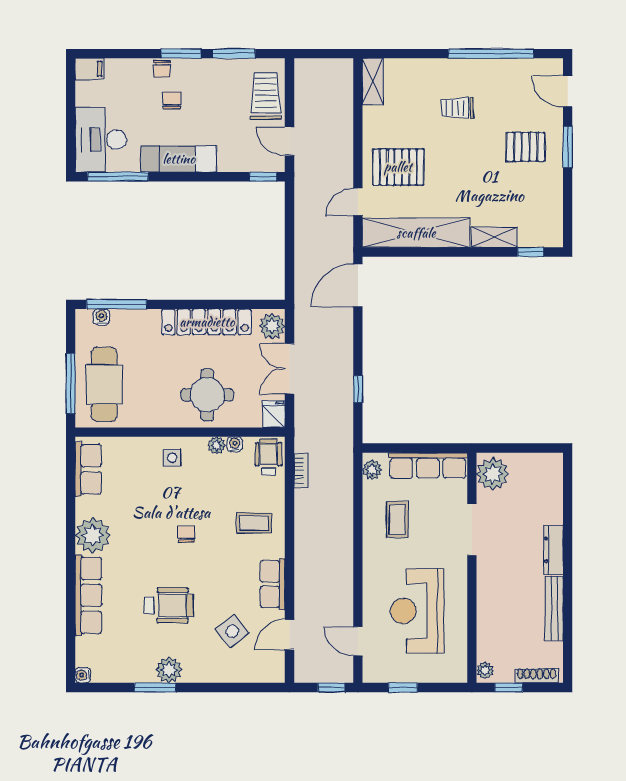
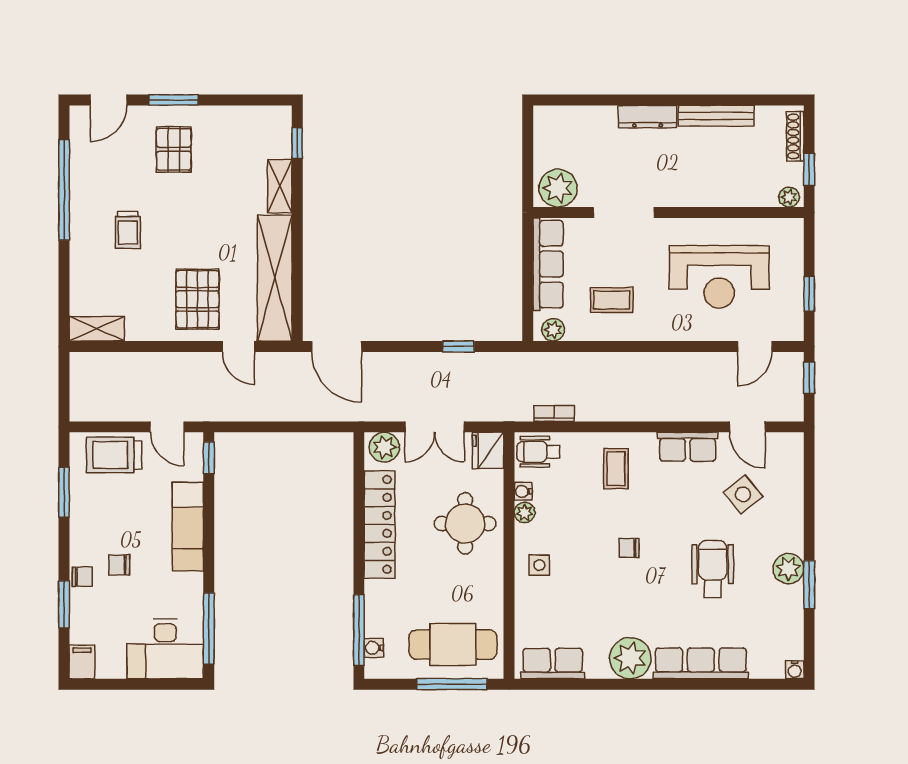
window: (181, 54) -> (64, 604), moved
door: (289, 141) -> (167, 427), hinge flipped
exam couch: (179, 159) -> (188, 527), moved
fridge: (274, 414) -> (488, 450), width x1.38

